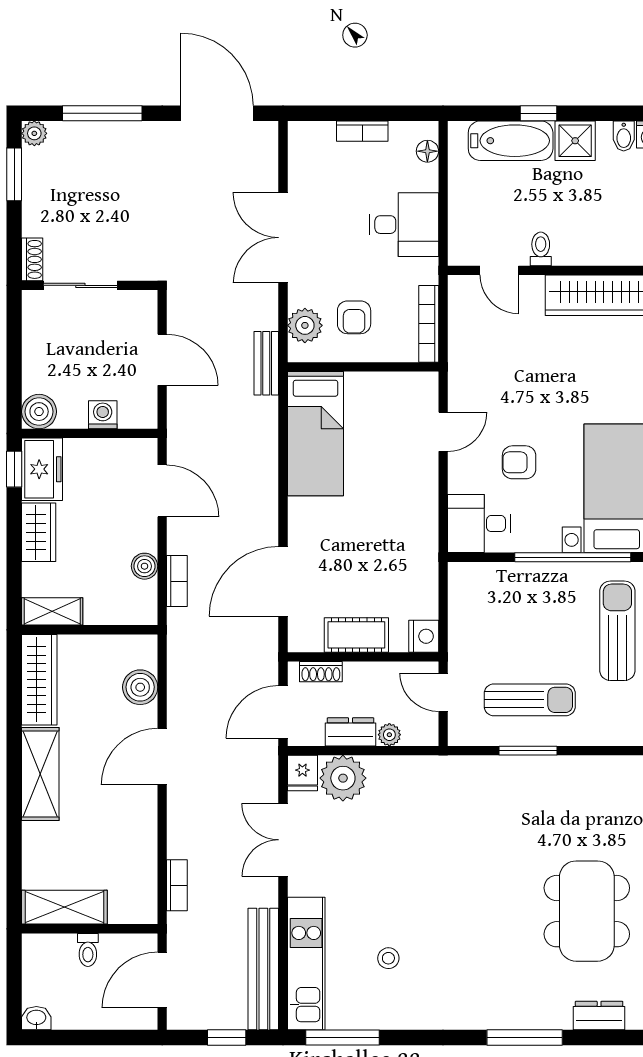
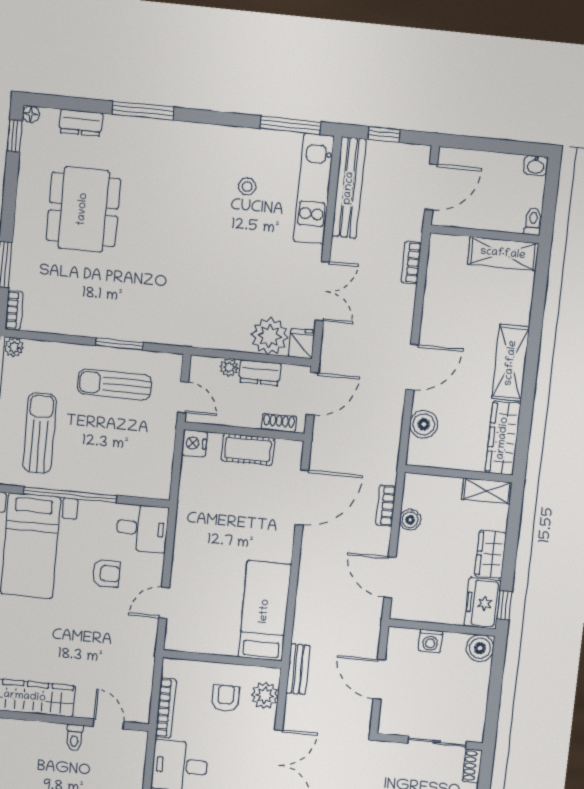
bookcase: (429, 324) -> (166, 708), moved
sun lounger: (617, 631) -> (40, 433), turned 180
toilet: (88, 950) -> (533, 221), moved

